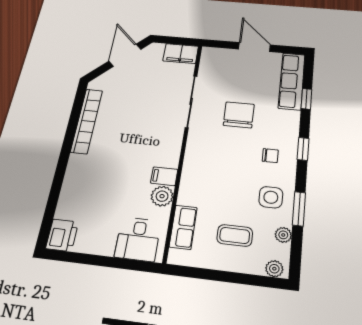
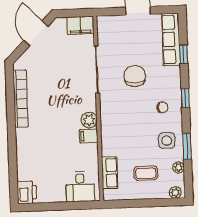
plant: (162, 196) -> (89, 120), moved

